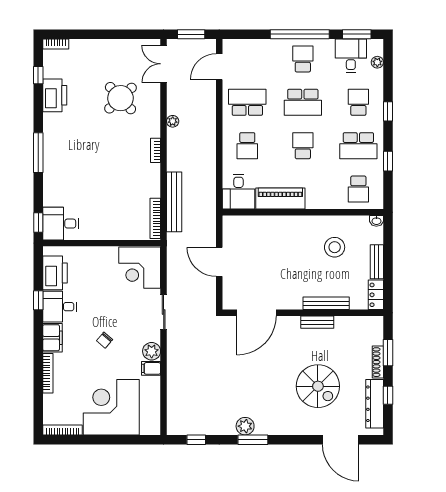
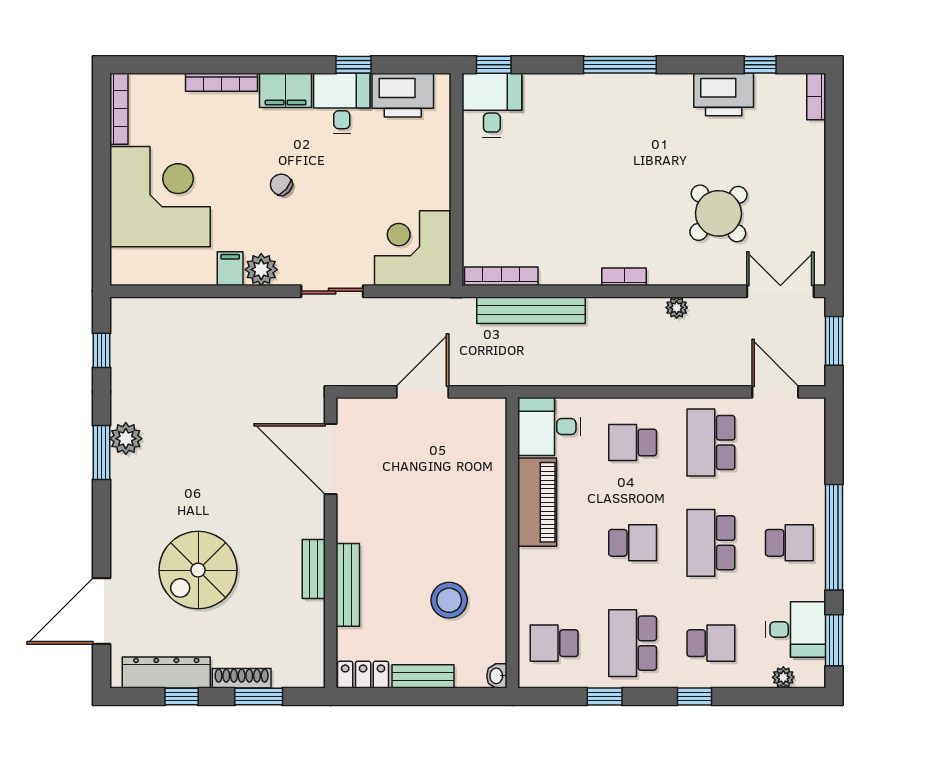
school desk: (247, 102) -> (711, 442), turned 180

